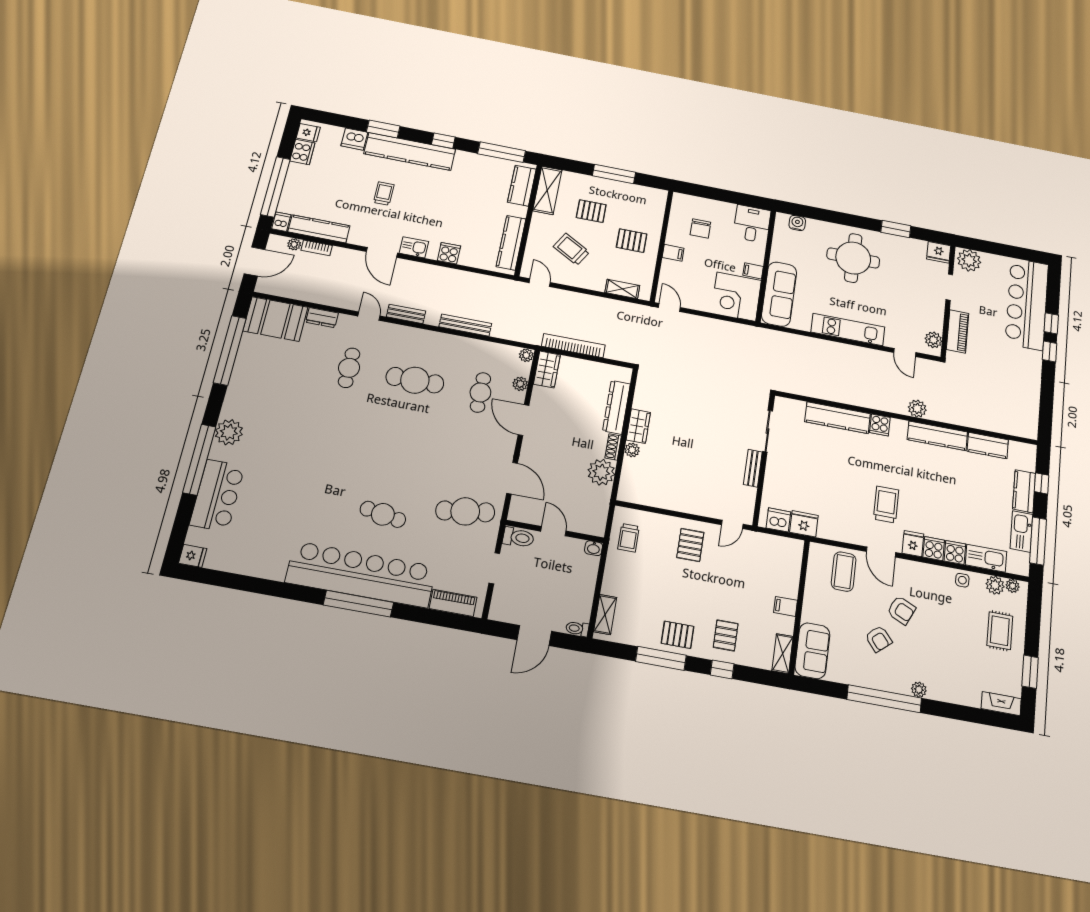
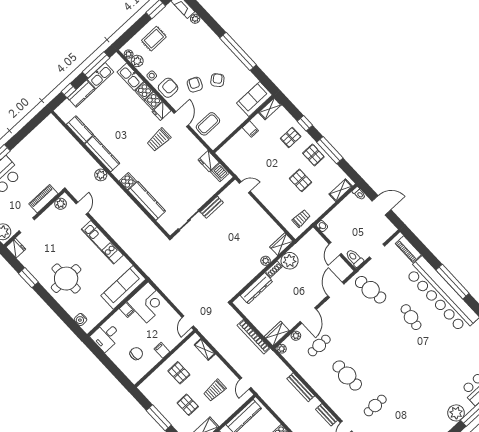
trolley: (571, 249) -> (215, 390), turned 60
wardrobe: (638, 426) -> (281, 244), moved
pallet: (690, 545) -> (301, 180), moved, turned 90
armchair: (930, 580) -> (168, 88), added
plant: (919, 690) -> (195, 19), moved

